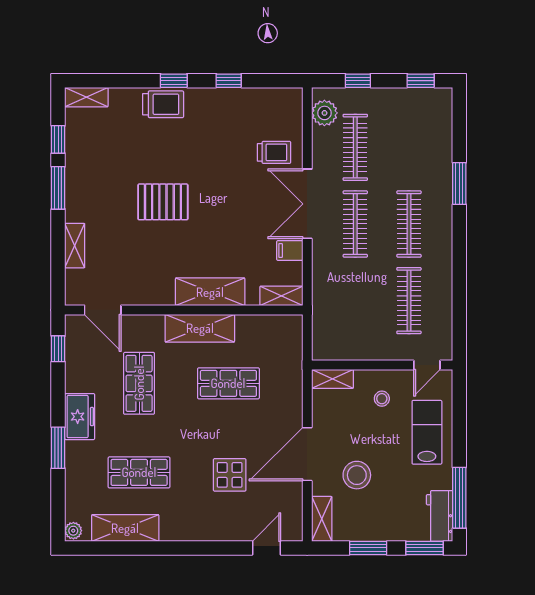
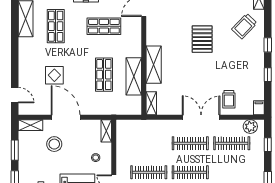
trolley: (163, 104) -> (244, 26), moved, turned 44
filing cabinet: (290, 251) -> (259, 108), moved
shelving: (200, 328) -> (134, 76), moved

